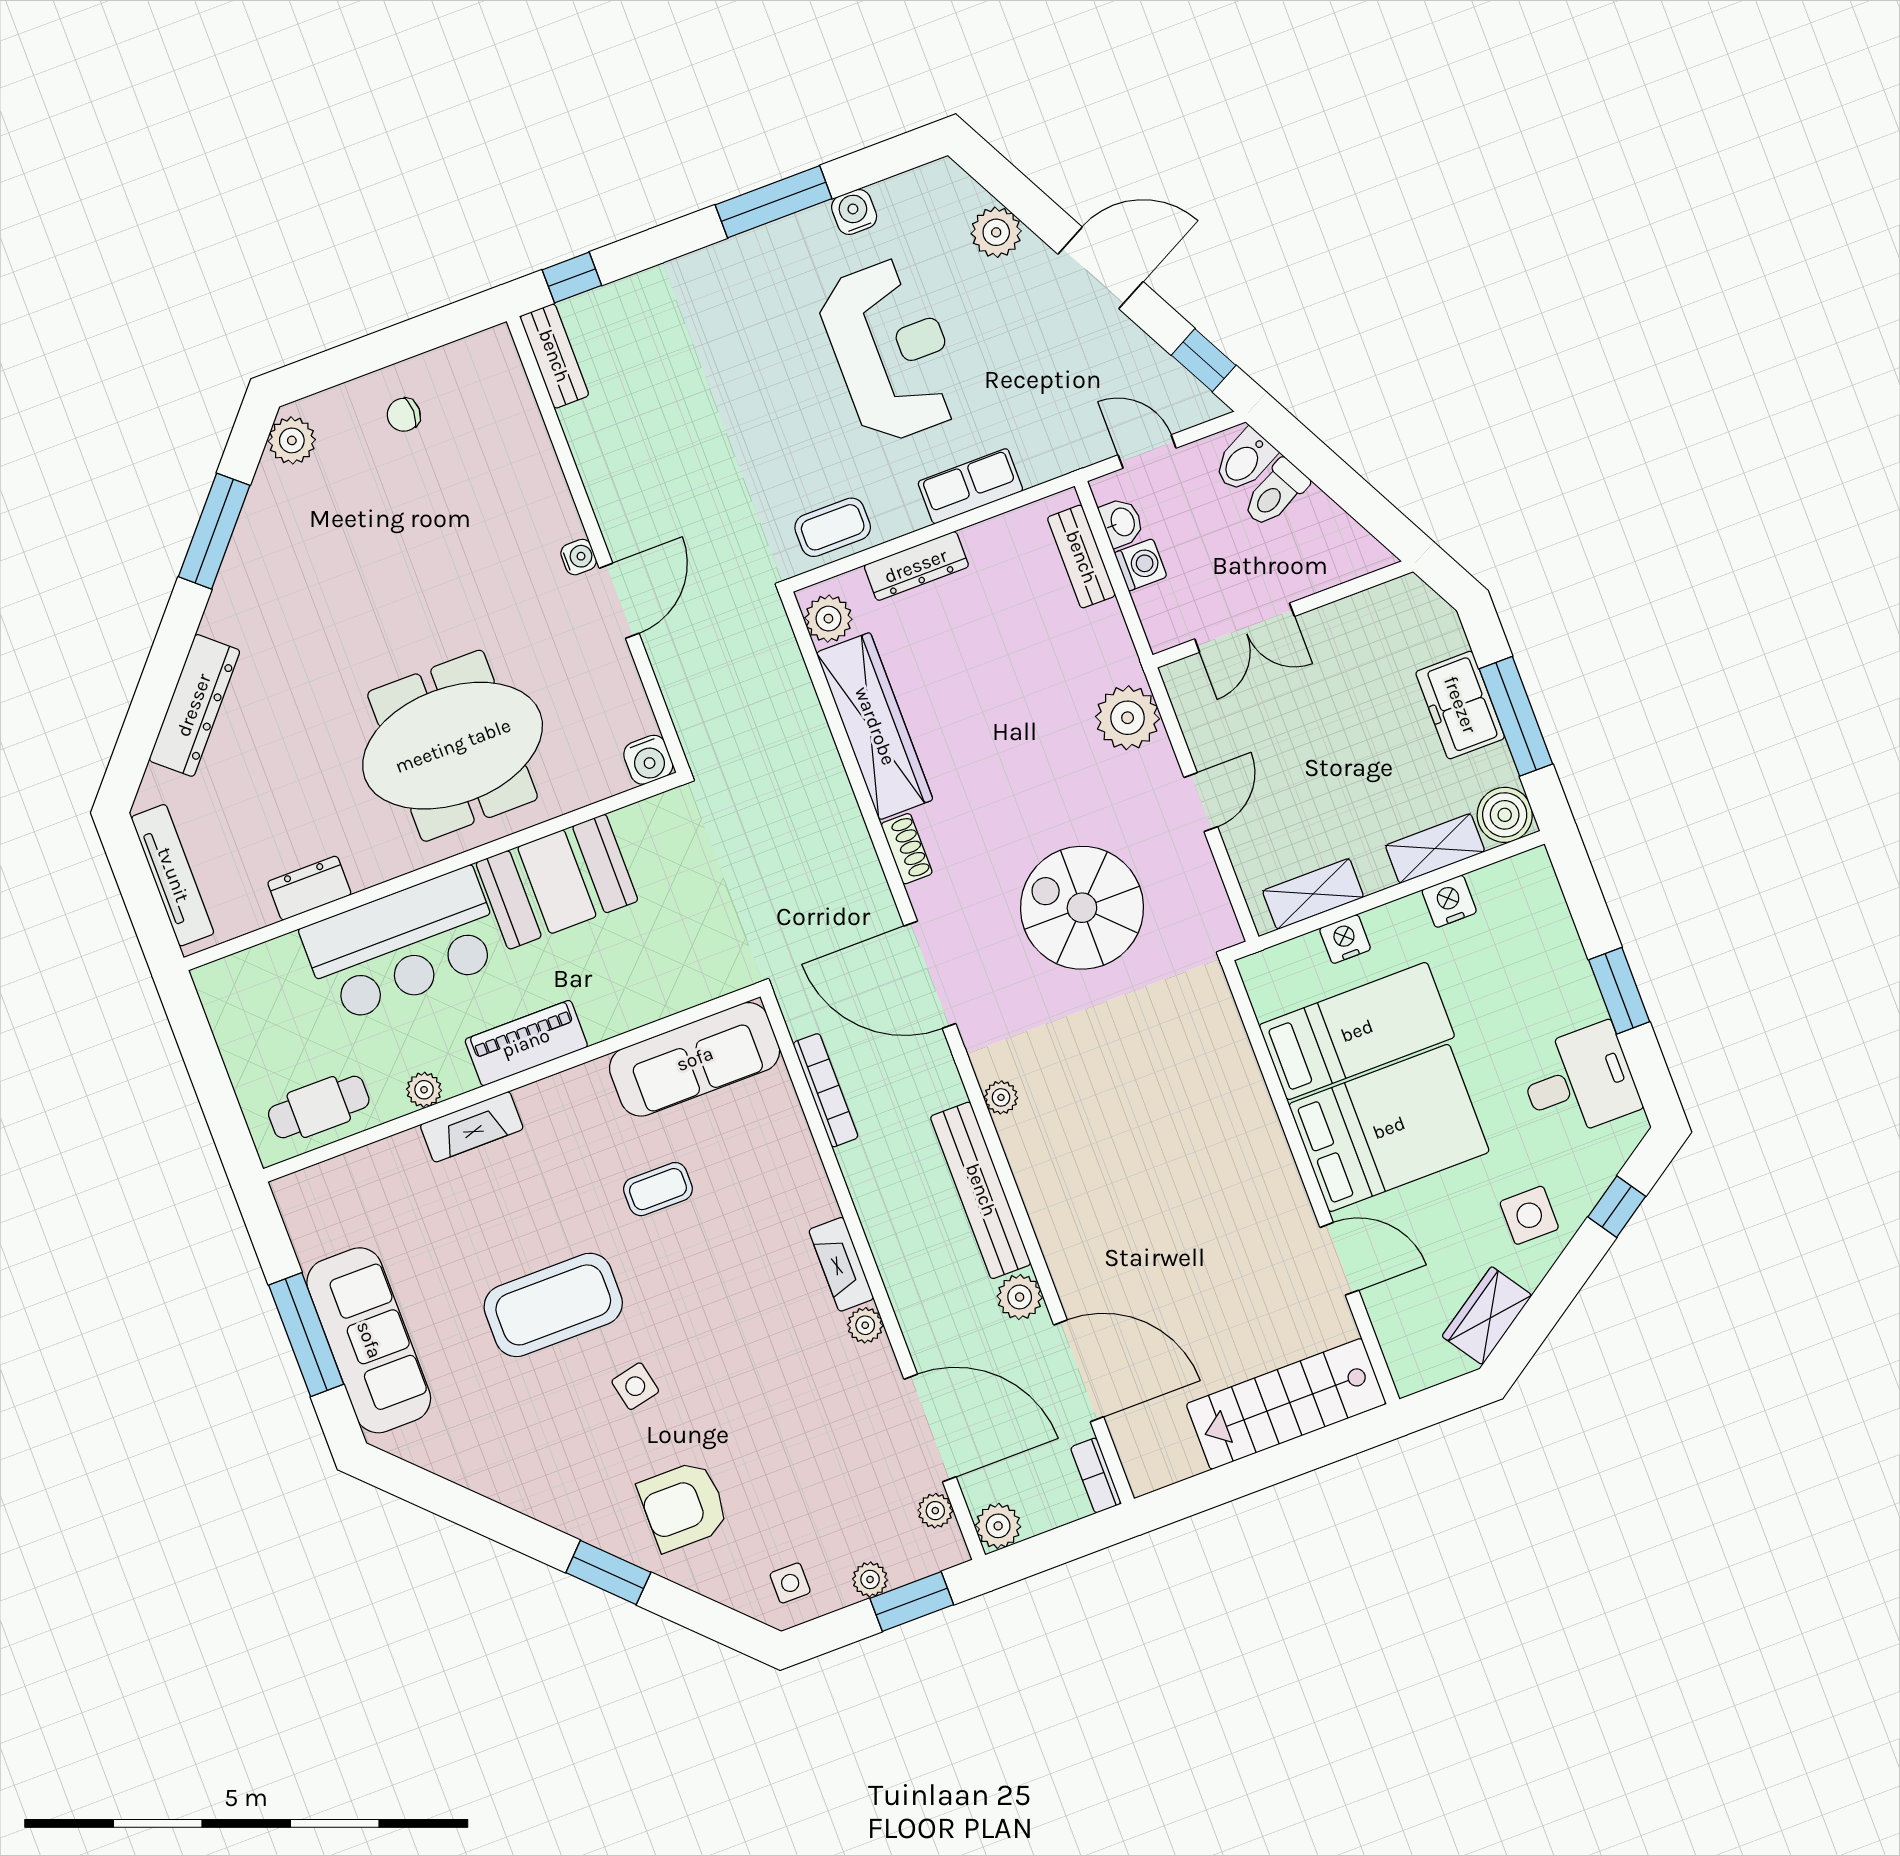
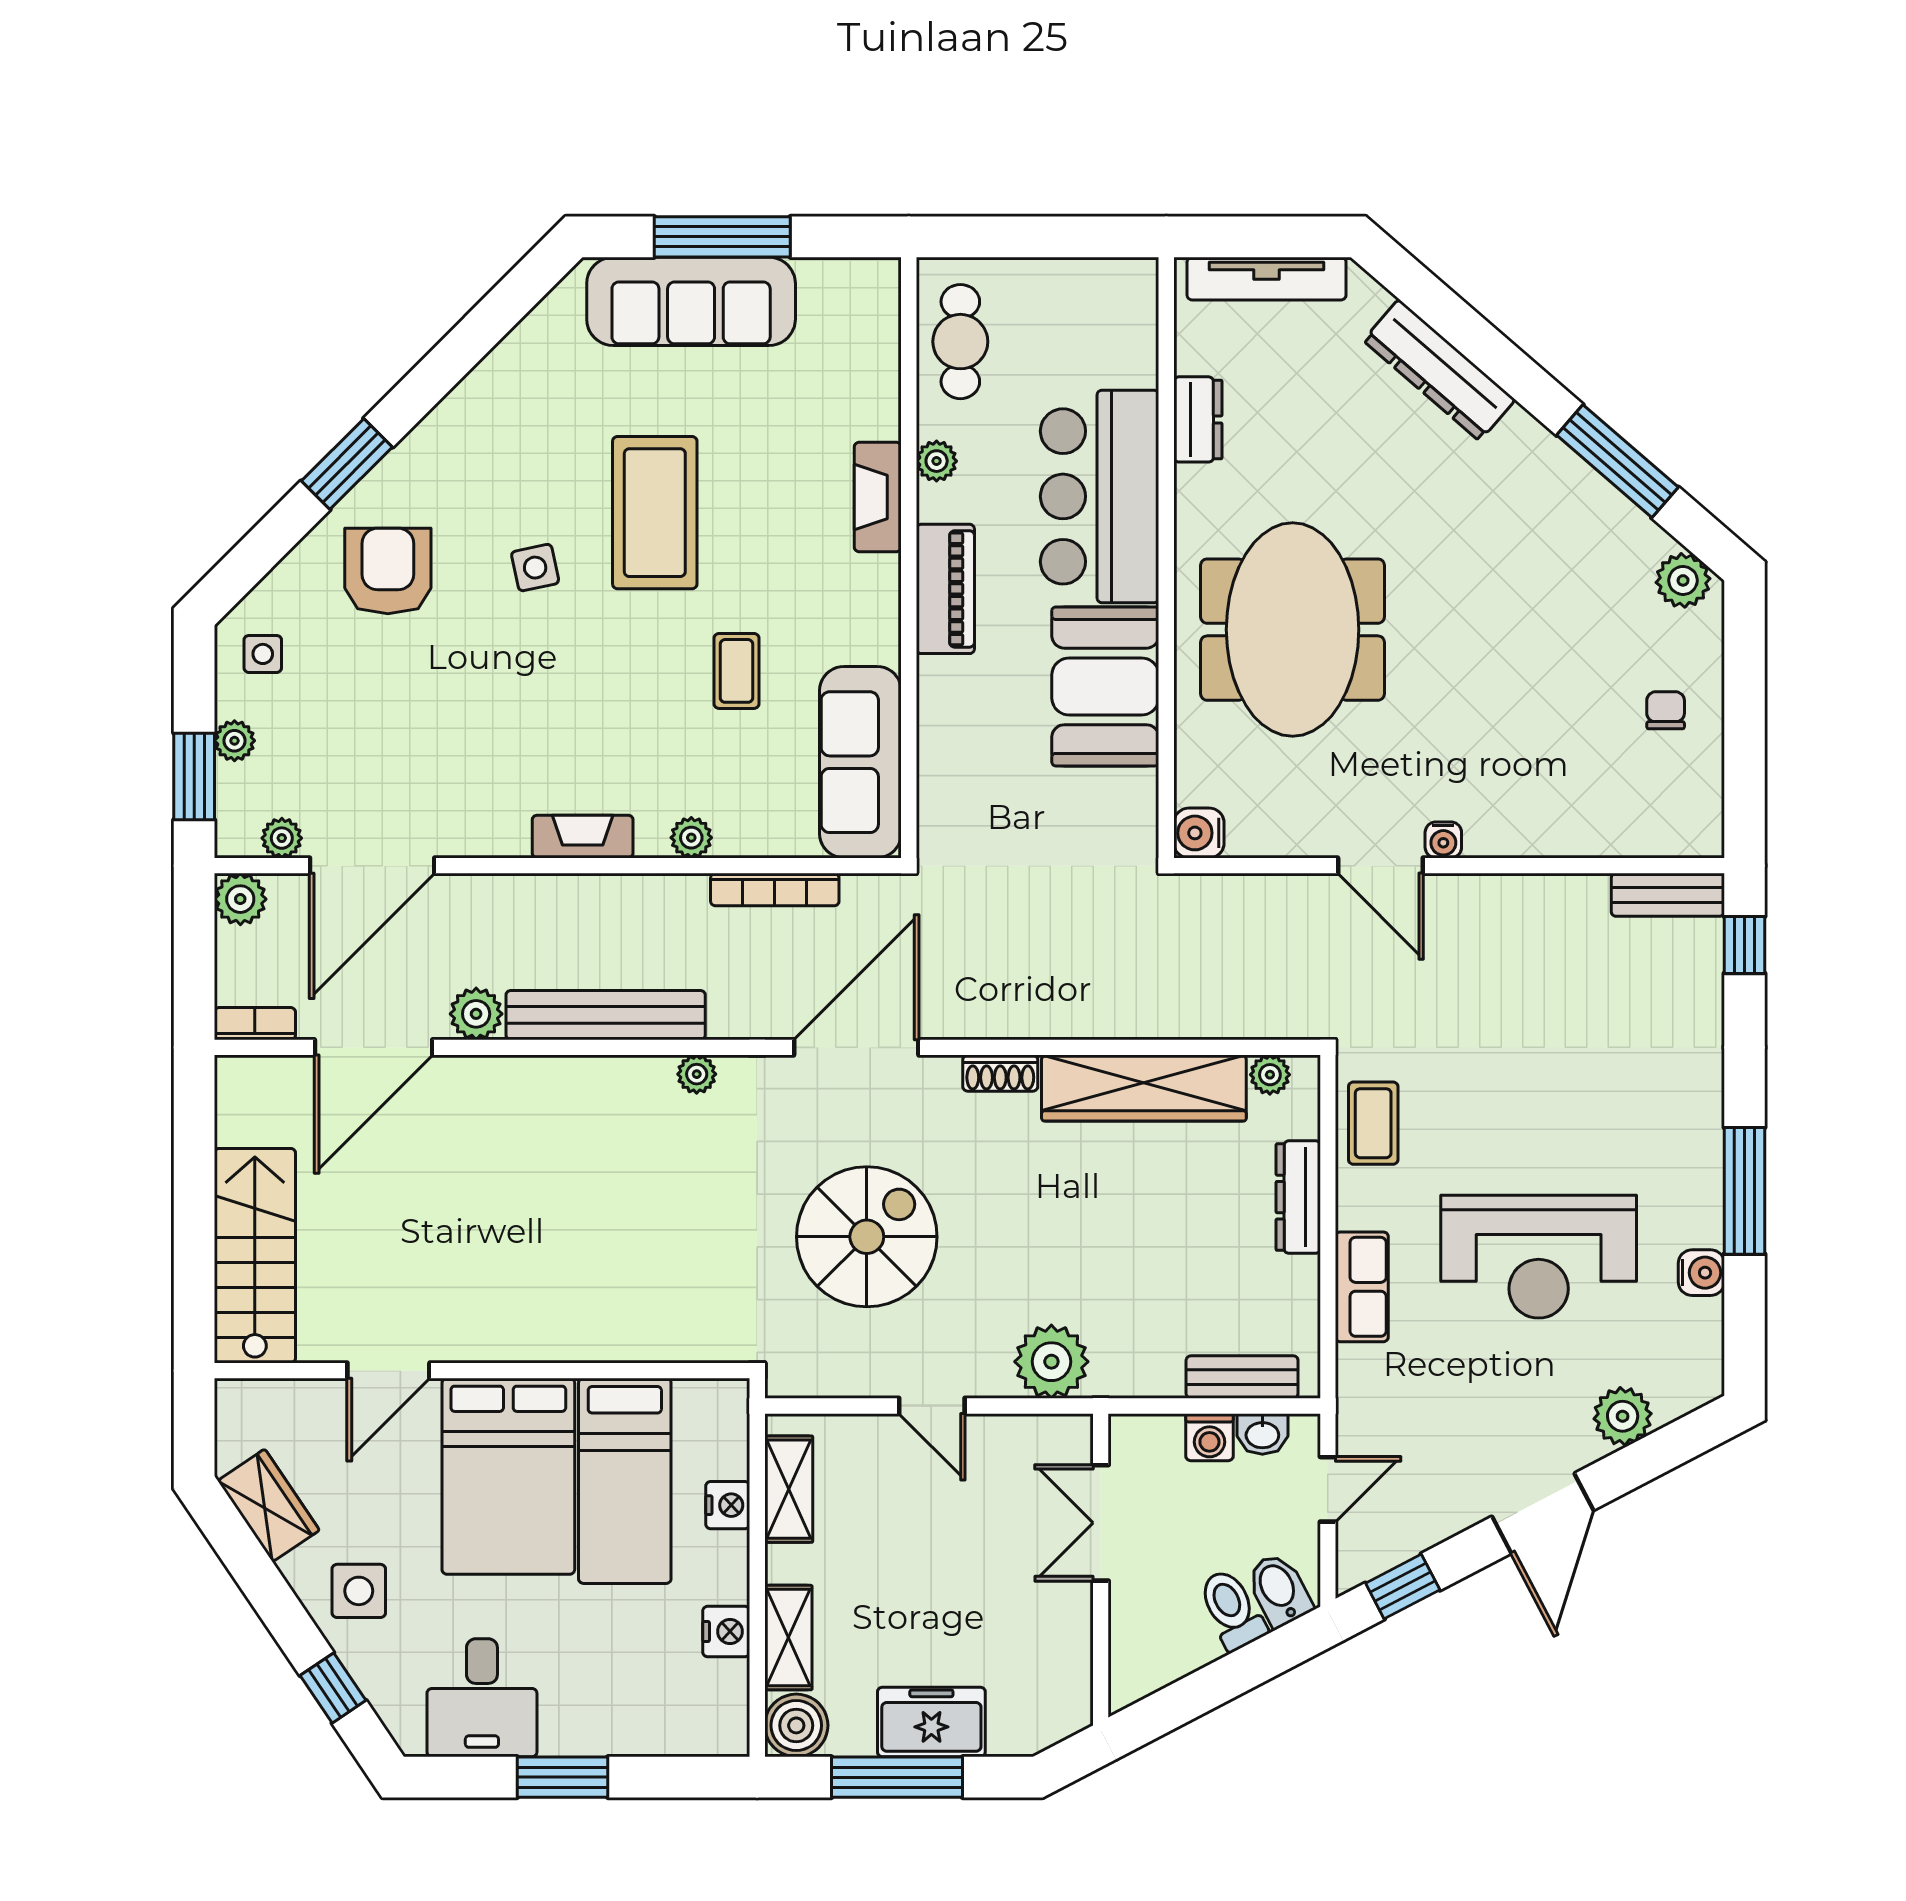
plant: (828, 619) -> (1270, 1075), width x0.73, depth x0.73
plant: (865, 1325) -> (691, 838), moved

